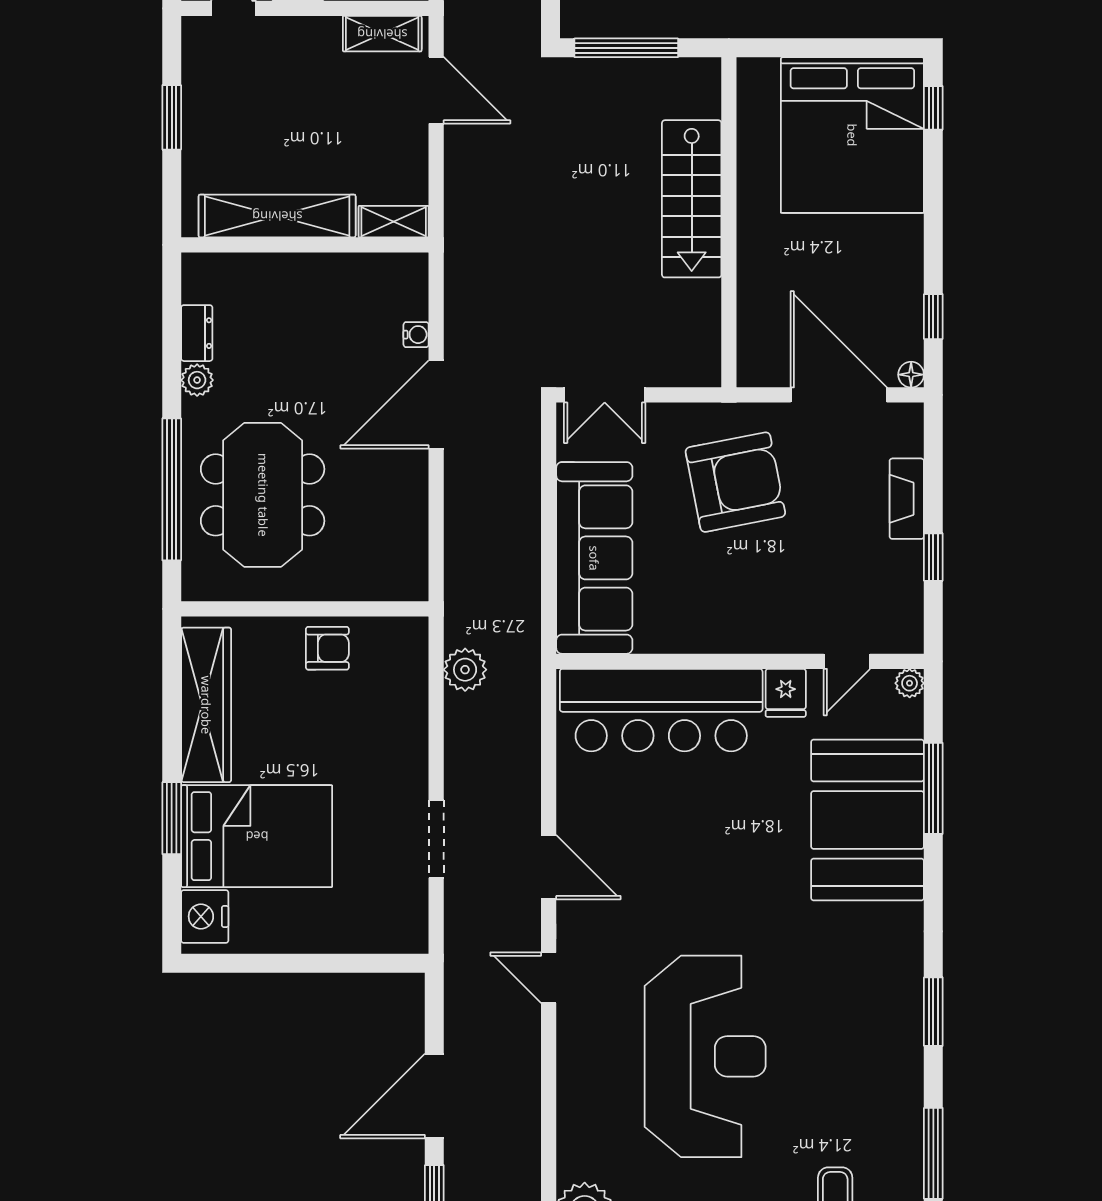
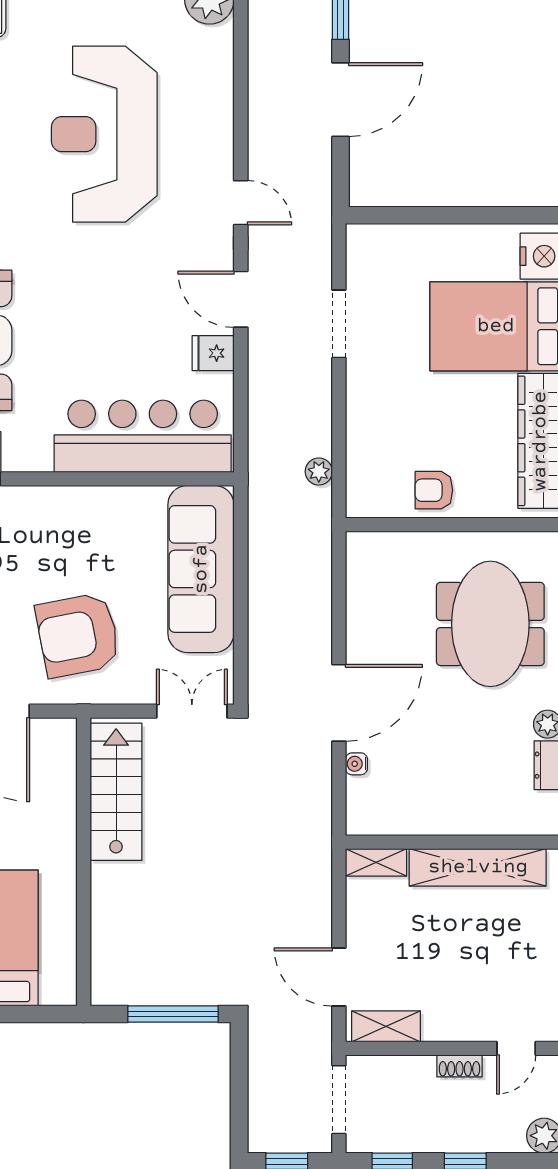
stairs: (692, 199) -> (116, 792), moved
plant: (465, 670) -> (319, 472), width x0.73, depth x0.73
fridge: (786, 693) -> (213, 353), moved, turned -90

